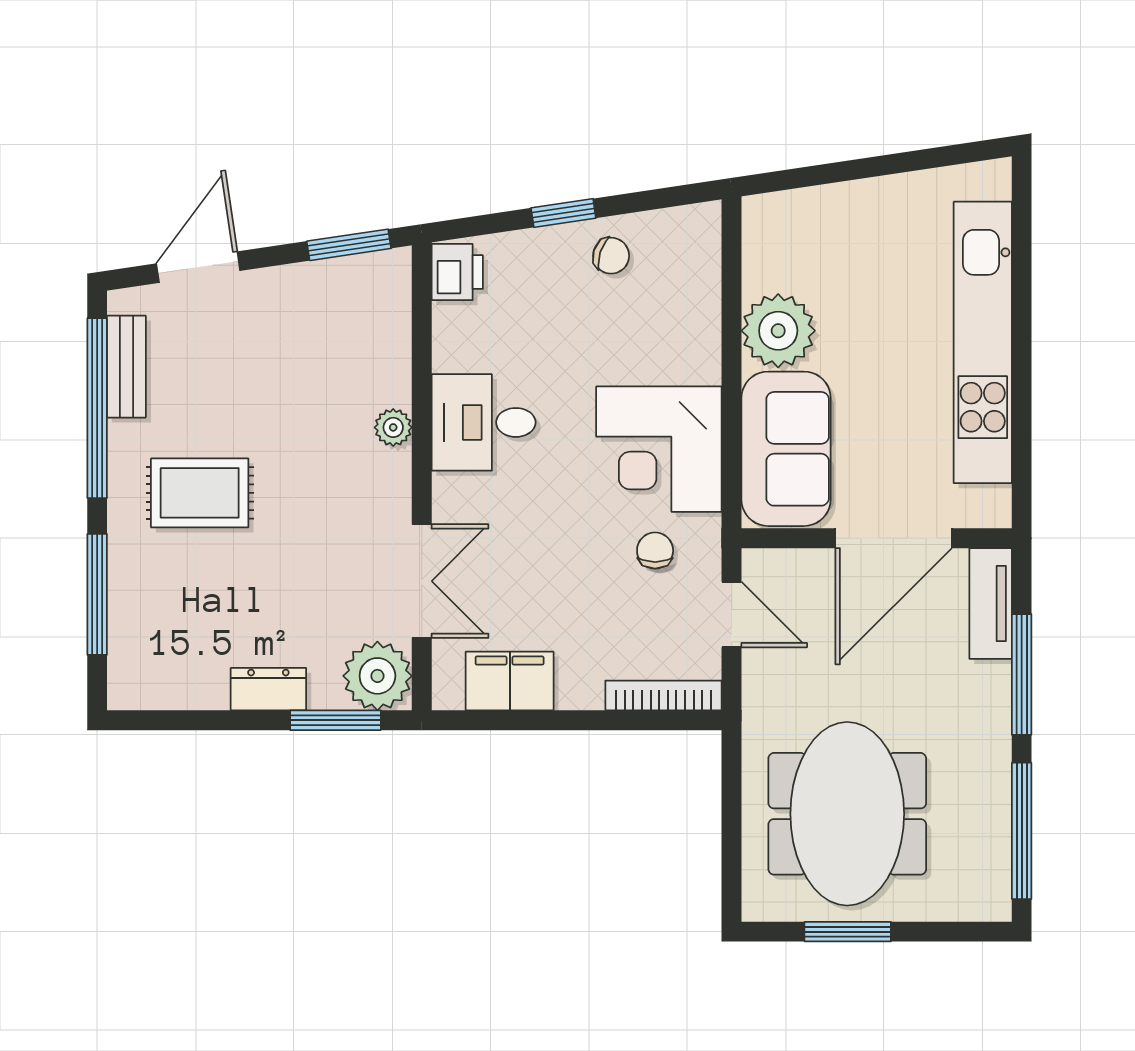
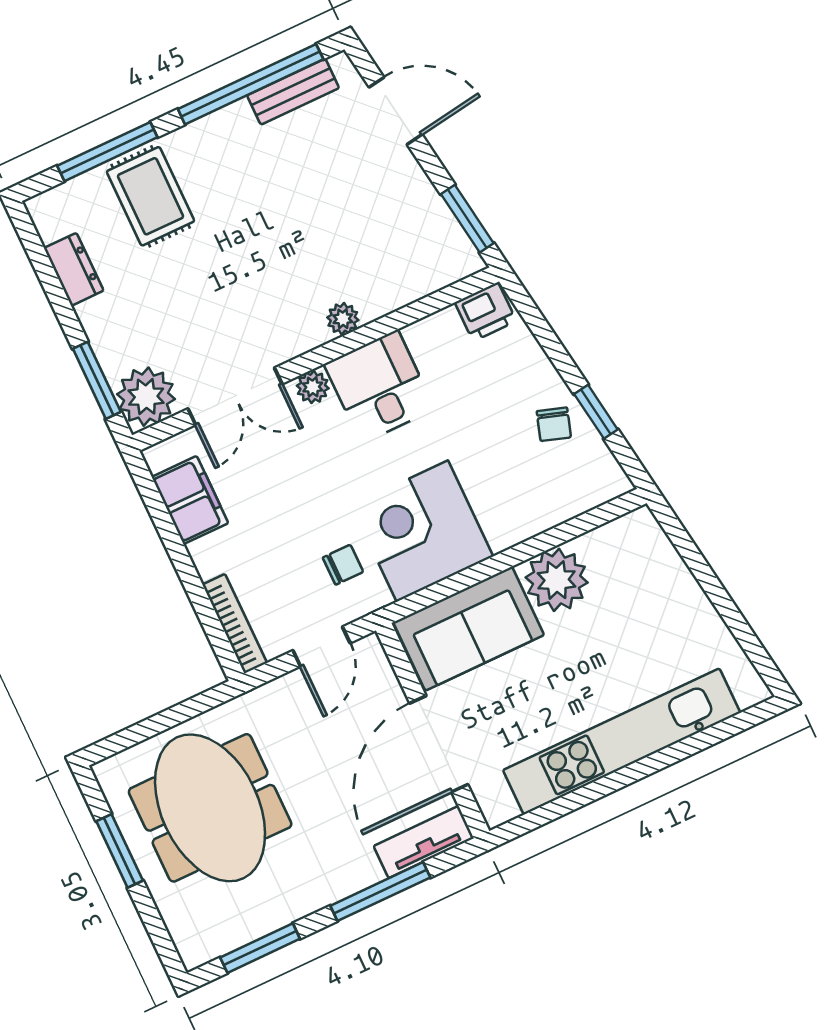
window: (563, 213) -> (596, 412), moved
rug: (200, 493) -> (151, 196), moved
plant: (451, 494) -> (313, 387), added
door: (894, 538) -> (439, 744), hinge flipped
dresser: (268, 689) -> (74, 269), moved
meeting table: (847, 814) -> (210, 808), turned 90
window: (1022, 831) -> (260, 948), width x0.69

